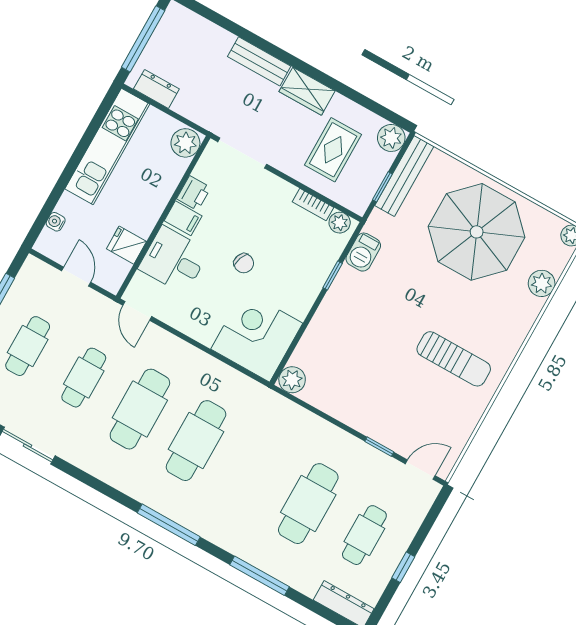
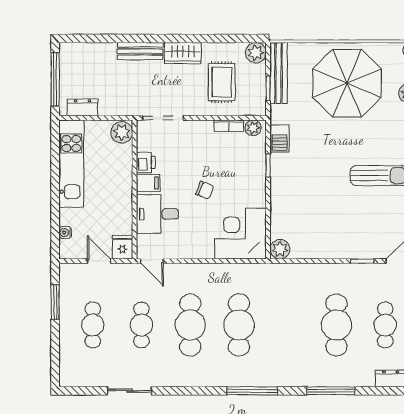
fridge: (126, 245) -> (123, 247), moved, turned 90

